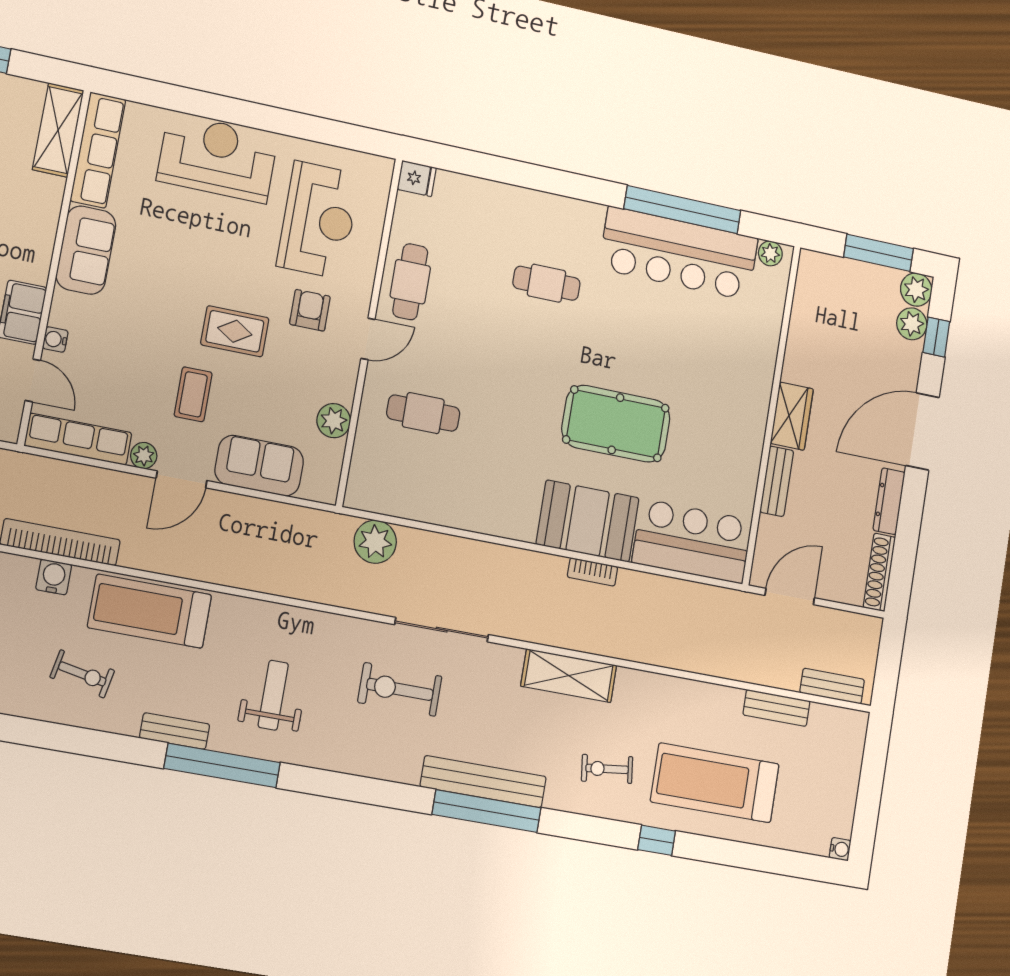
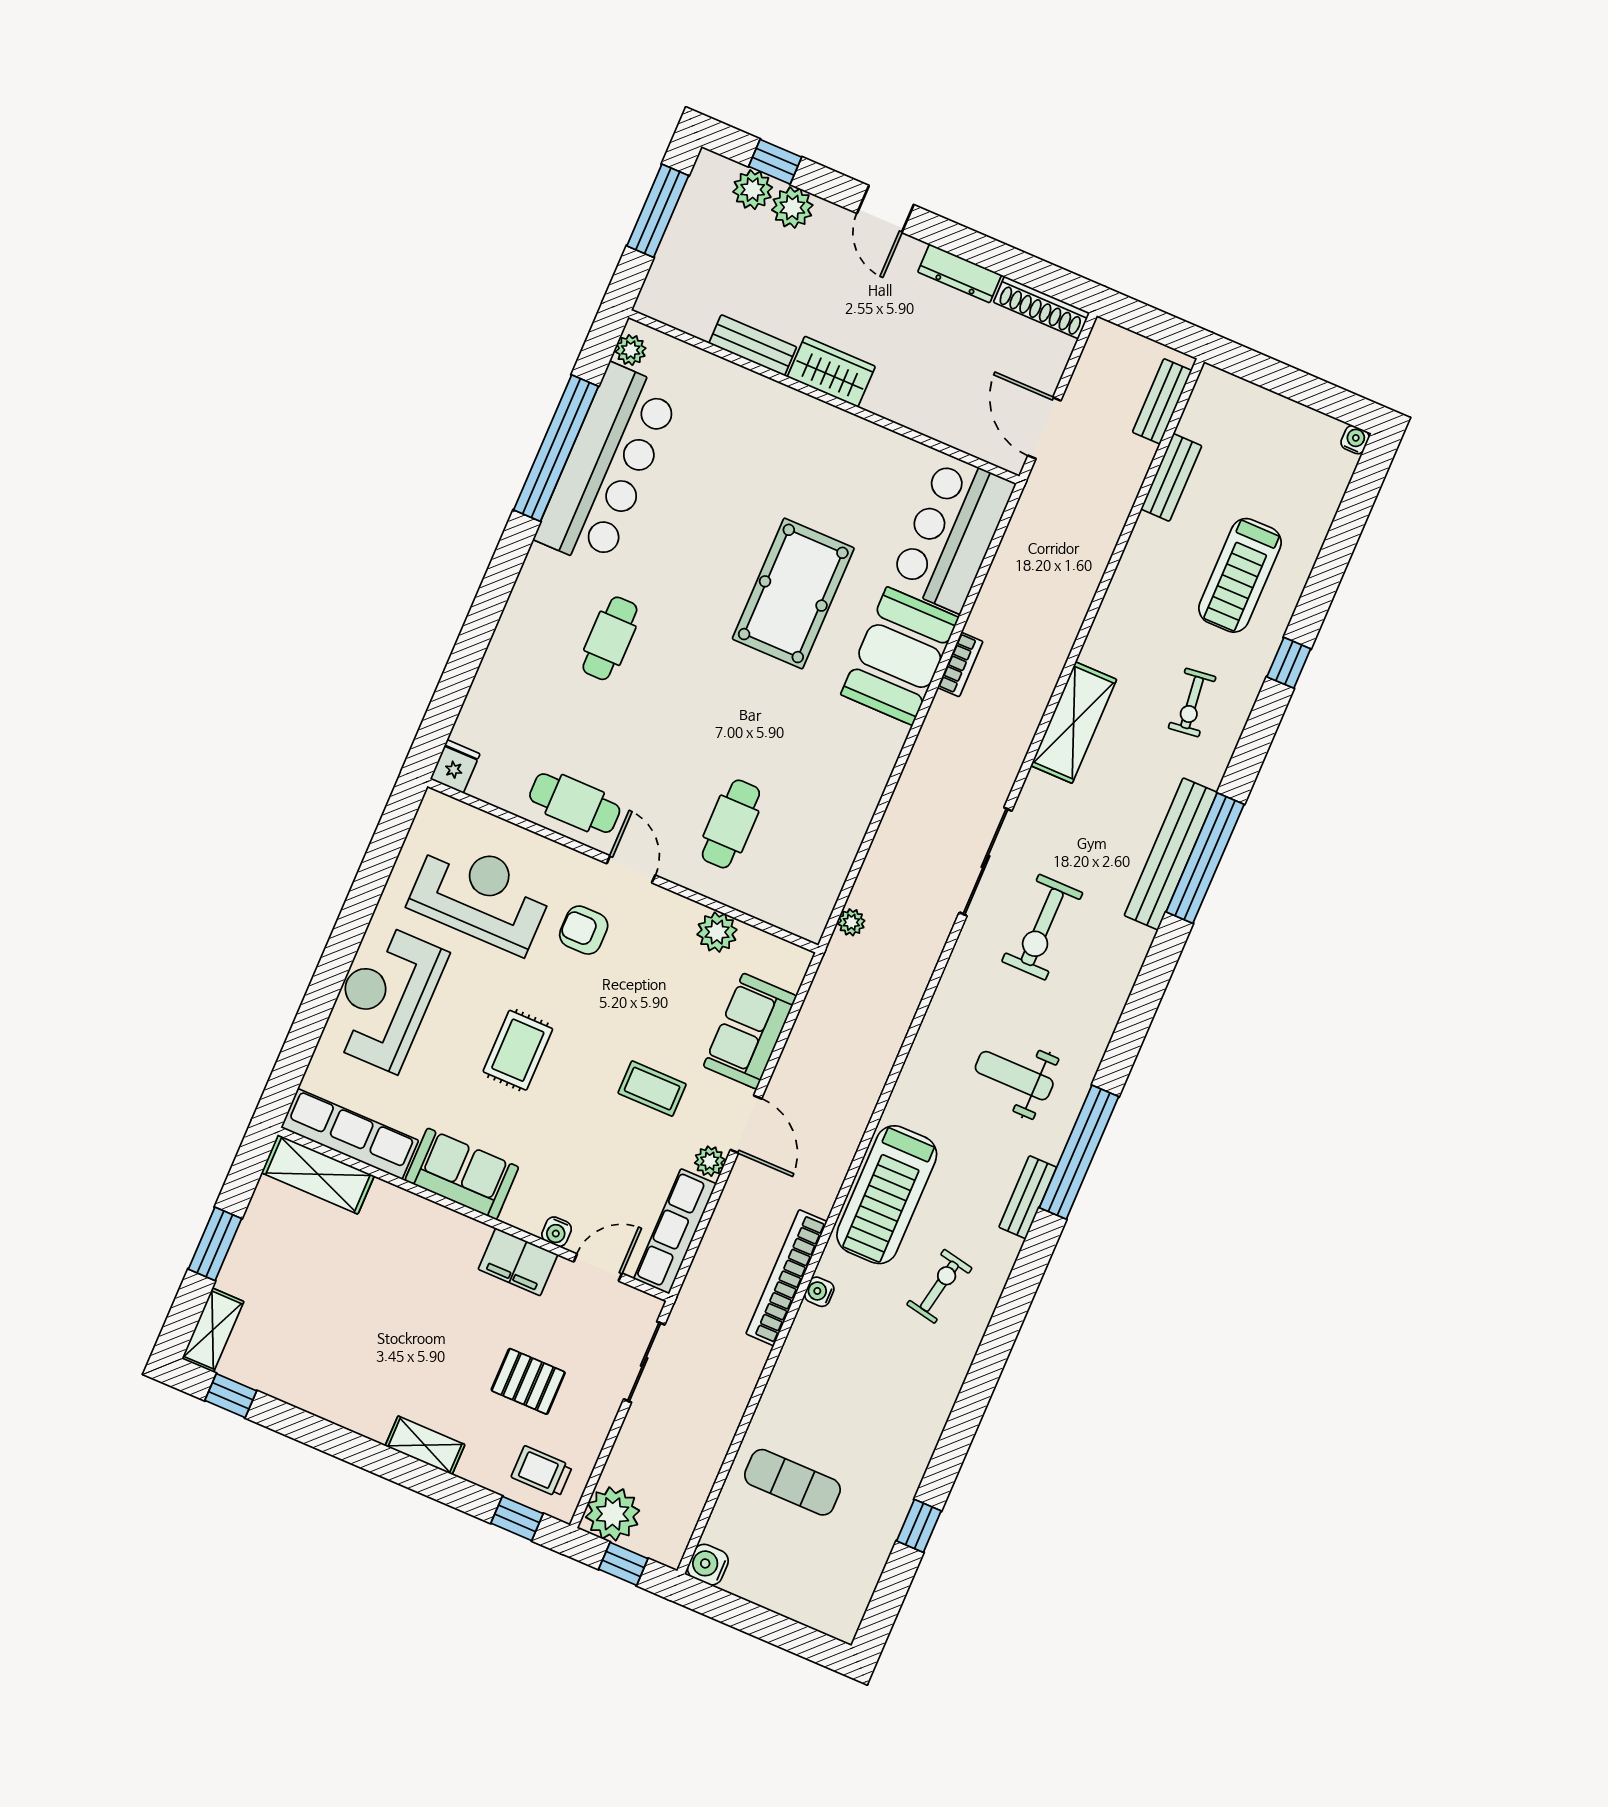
plant: (916, 290) -> (792, 208), moved
rug: (235, 331) -> (518, 1050), moved
door: (922, 431) -> (885, 209), width x0.53
bench: (777, 481) -> (753, 345), moved
plant: (375, 542) -> (851, 922), width x0.53, depth x0.53
water cooler: (54, 577) -> (819, 1292), width x0.72, depth x0.72
treadmill: (715, 783) -> (1240, 575), width x0.73, depth x0.73

